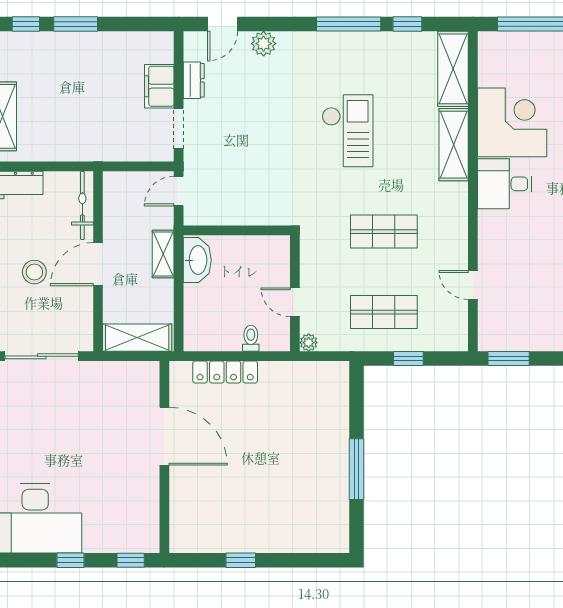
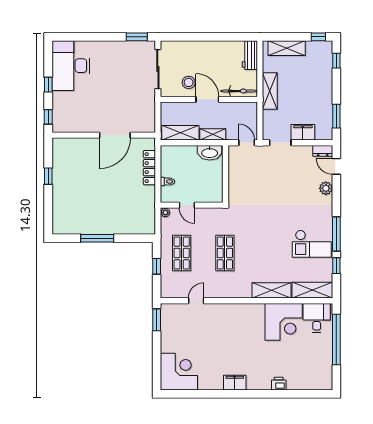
window: (76, 24) -> (336, 116), moved
dresser: (194, 80) -> (323, 151), moved
checkout: (347, 131) -> (312, 244), moved
shelving: (83, 148) -> (270, 91), added
desk: (505, 184) -> (317, 318), moved
stool: (34, 272) -> (189, 82), moved
door: (295, 302) -> (187, 205), swing flipped
shelving: (137, 338) -> (180, 133), moved, turned 90

